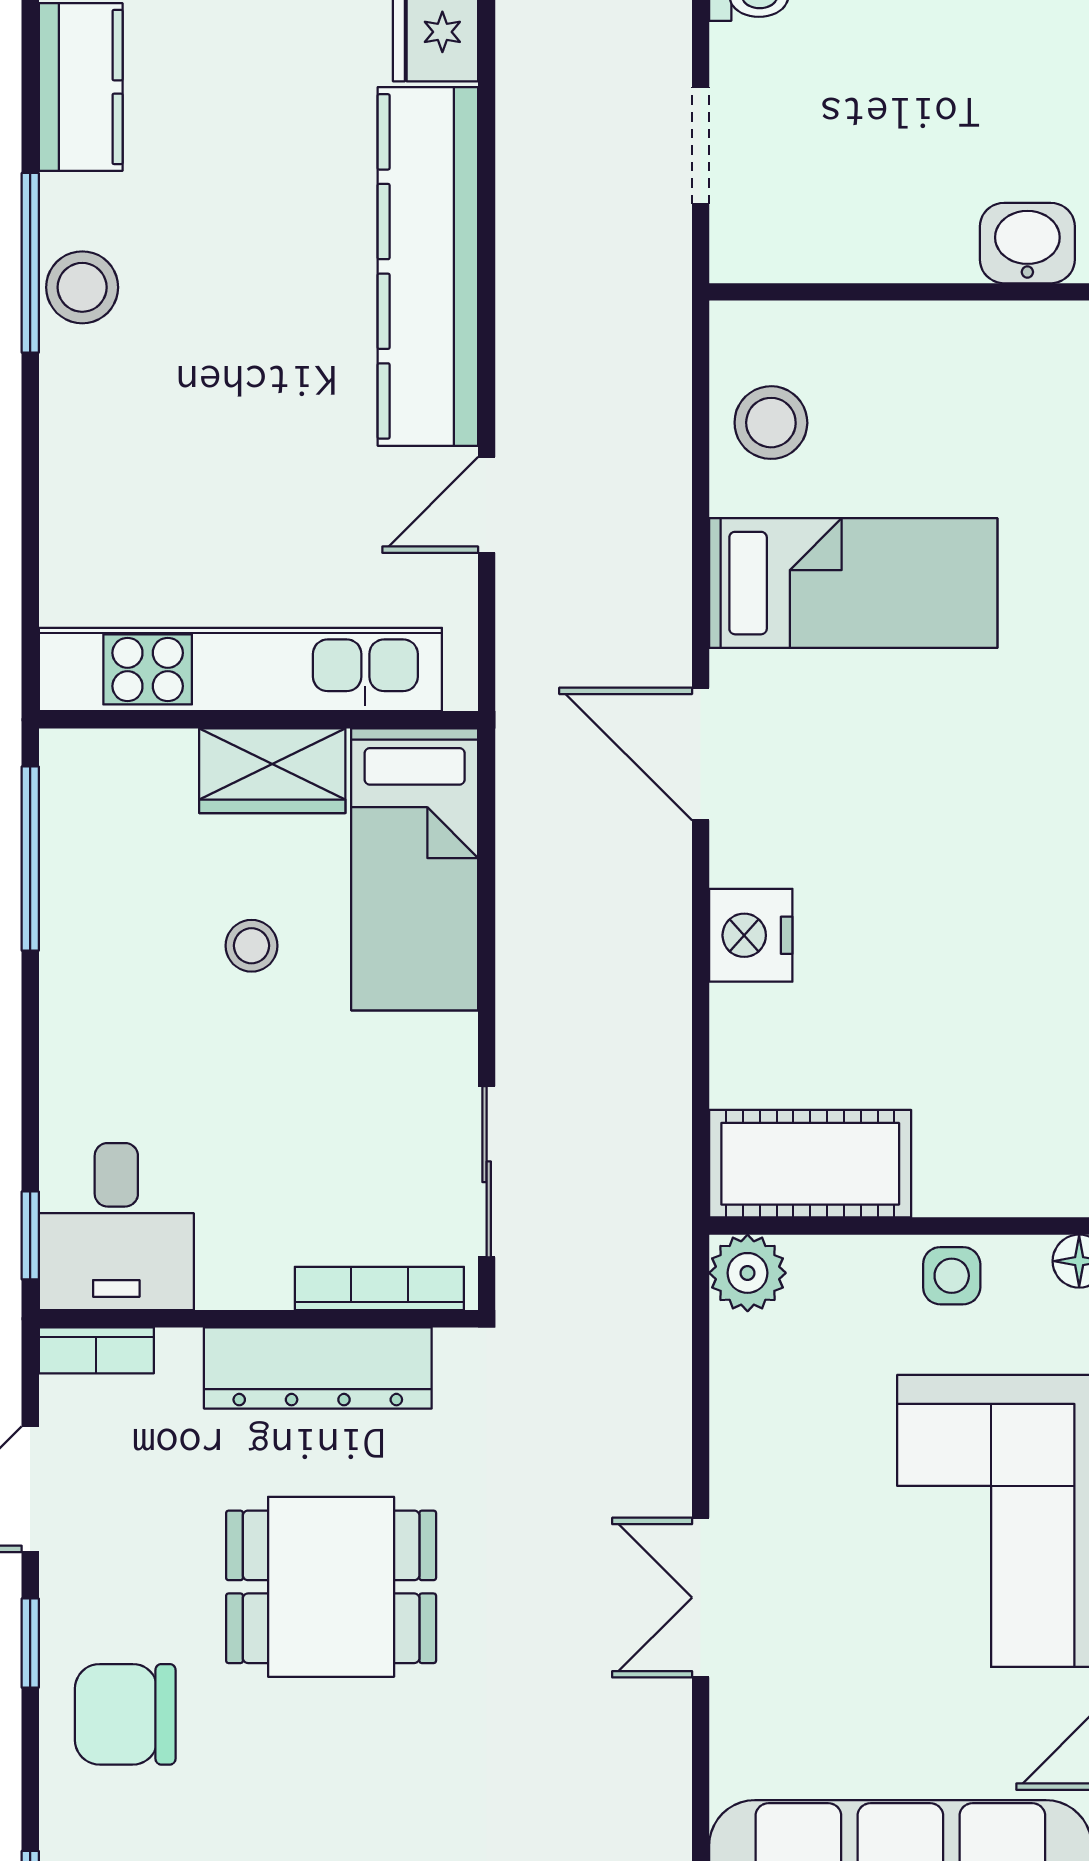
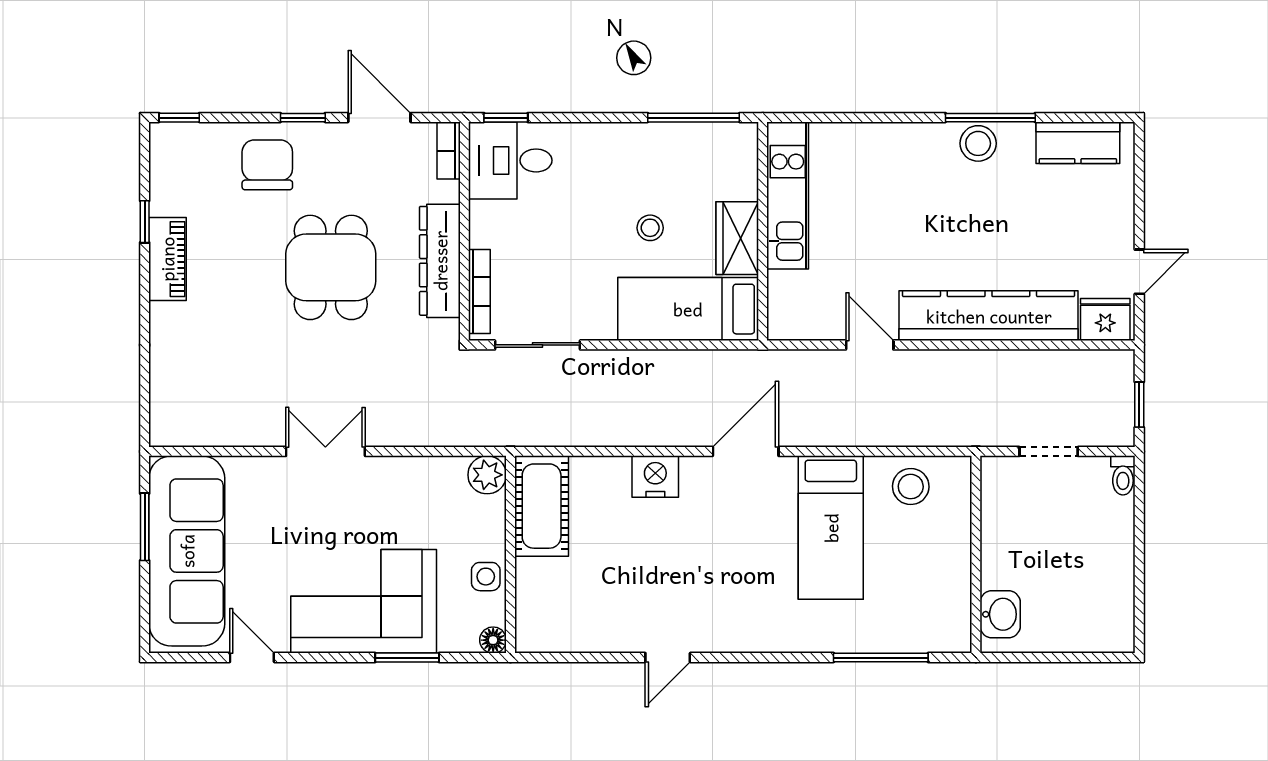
kitchen unit: (240, 669) -> (788, 195), width x0.73

